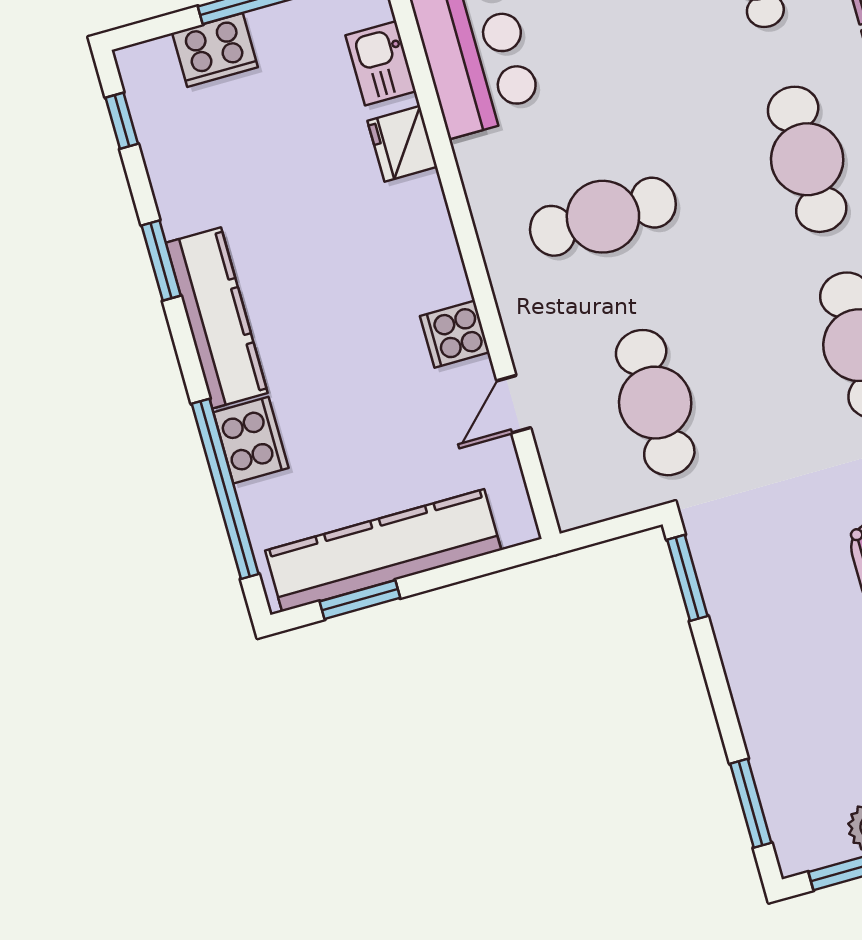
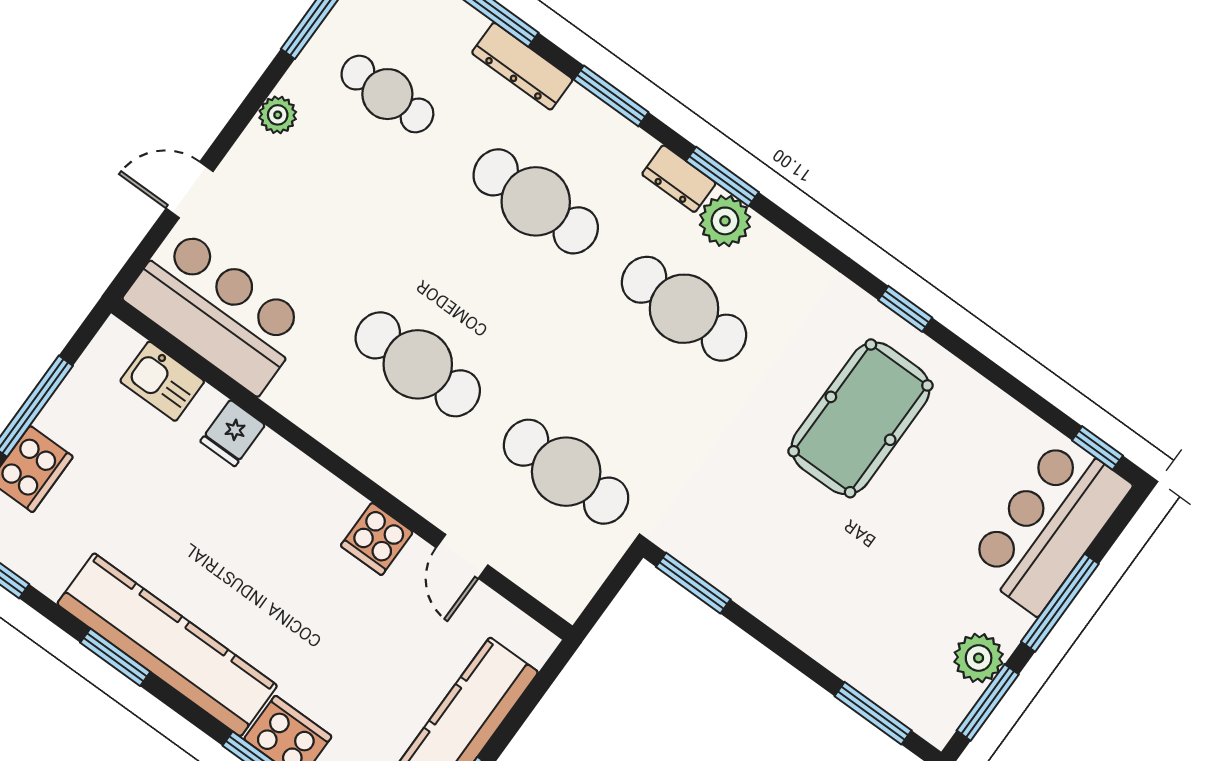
fridge: (402, 144) -> (233, 433), width x0.72
cafe table: (603, 217) -> (418, 364), turned 90
kitchen counter: (217, 318) -> (167, 645), width x1.39, depth x1.17

